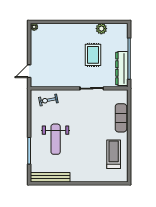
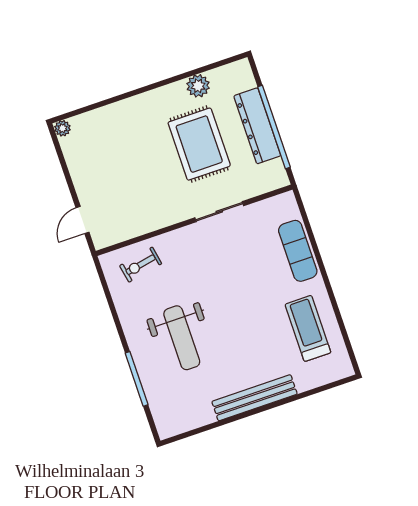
rug: (93, 55) -> (199, 144), width x1.36, depth x1.43
dresser: (122, 68) -> (257, 126), moved
bench: (50, 177) -> (255, 398), moved

